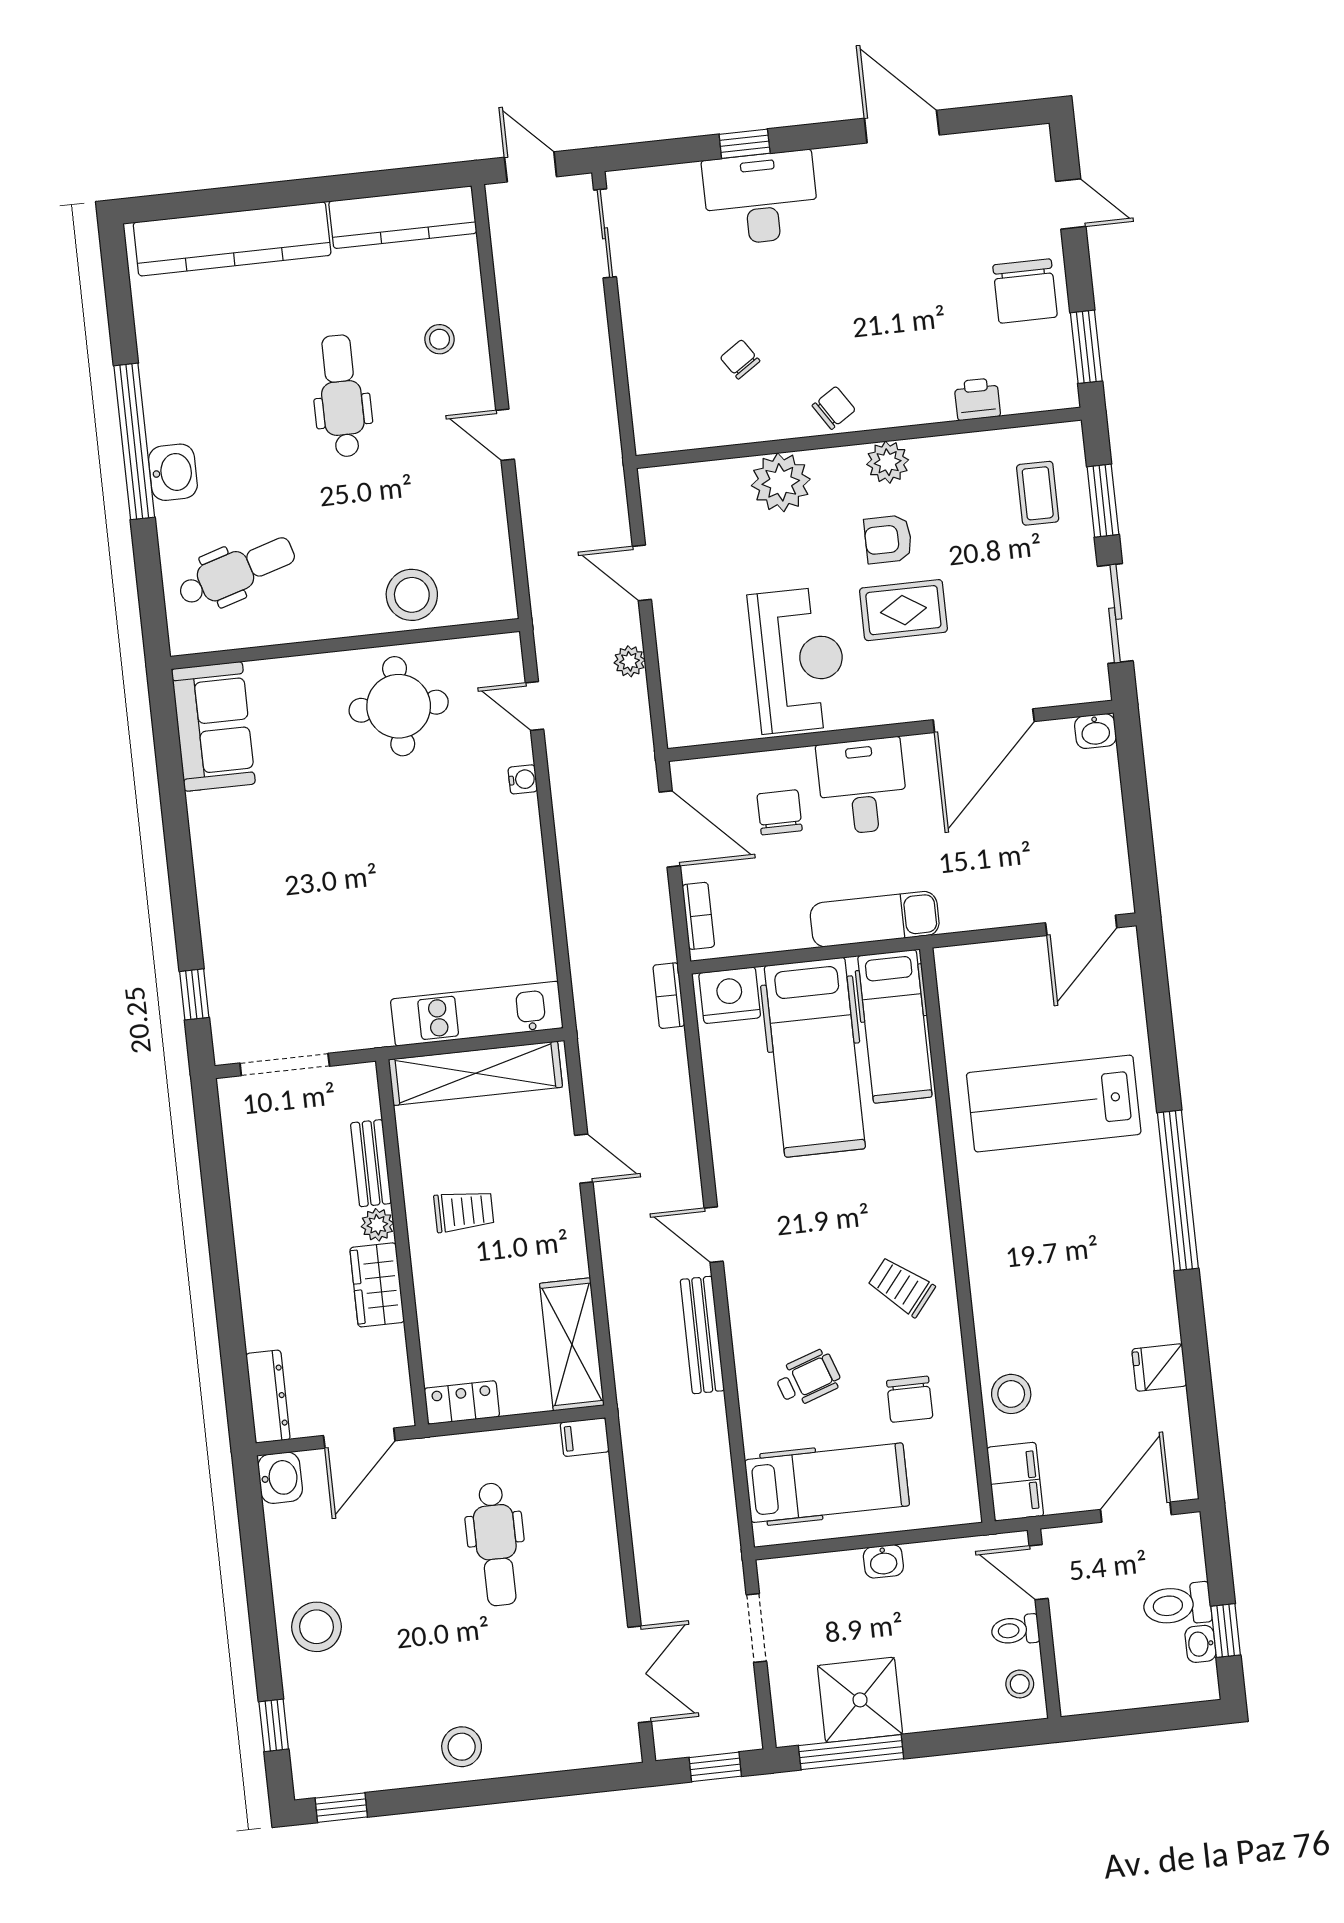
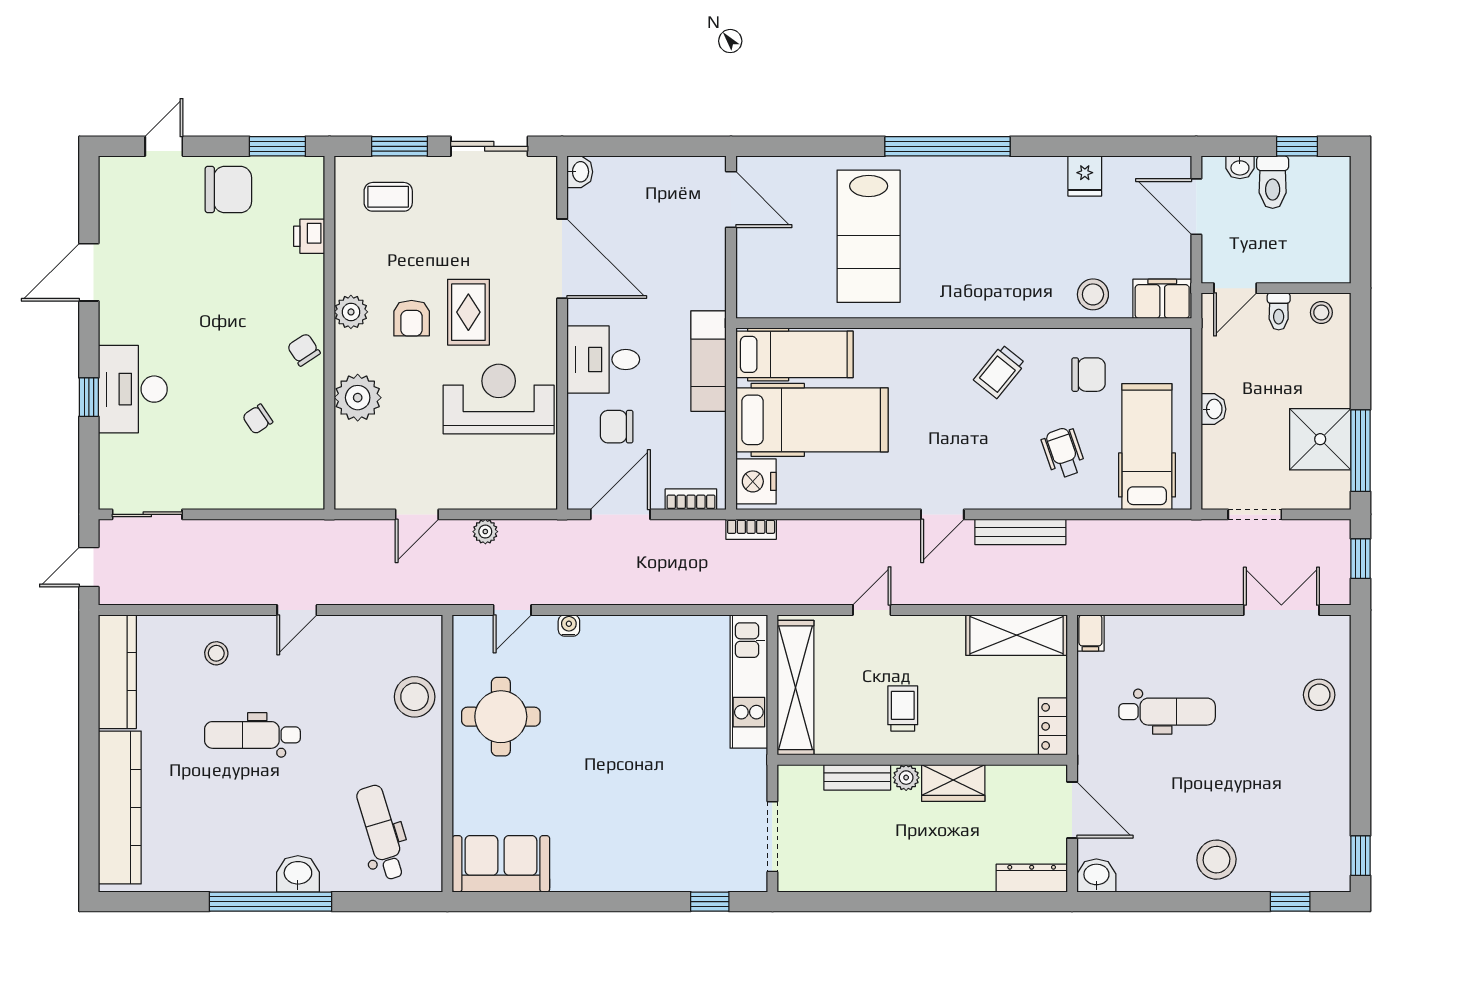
washbasin: (1200, 1644) -> (1240, 167), moved
stool: (462, 1747) -> (1319, 695), moved

